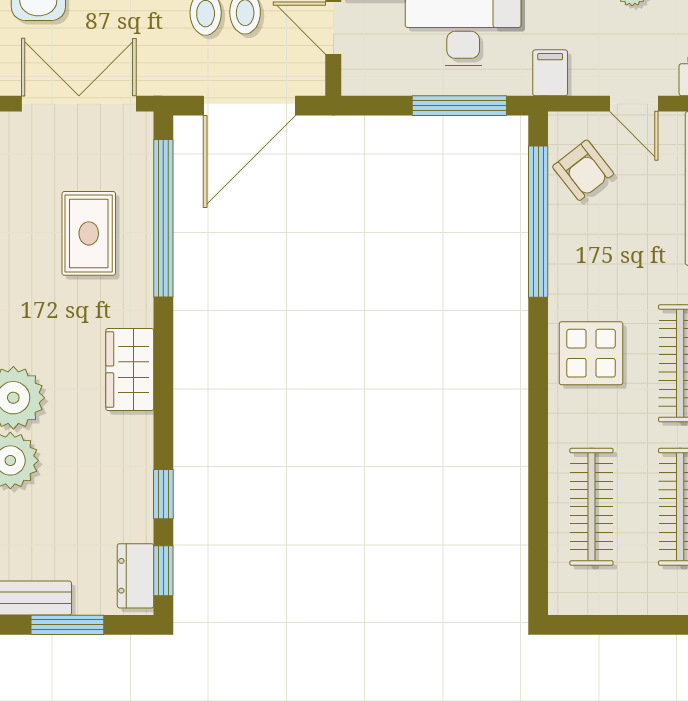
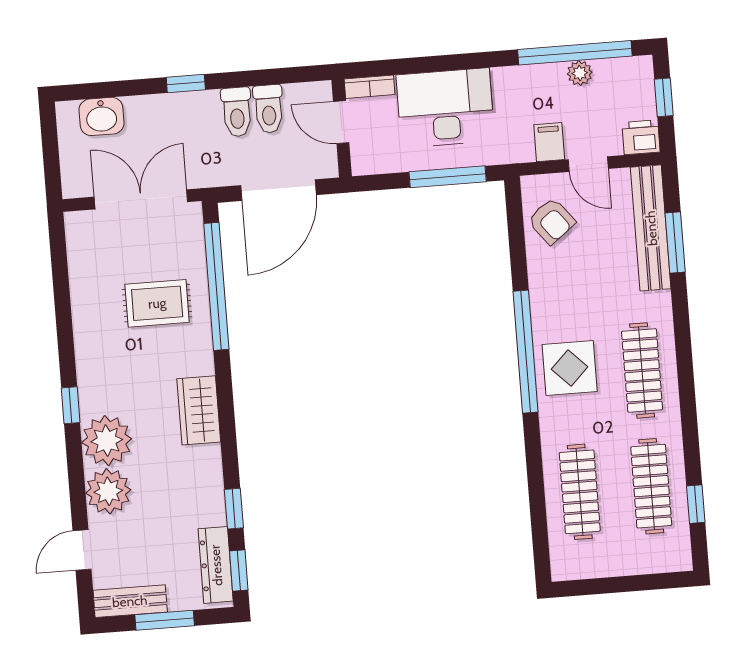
filing cabinet: (550, 73) -> (549, 142), moved
window: (538, 222) -> (525, 352), moved
rug: (89, 233) -> (157, 303), turned 90
dresser: (136, 576) -> (216, 565), width x1.44

